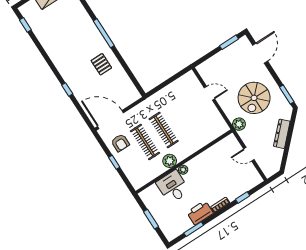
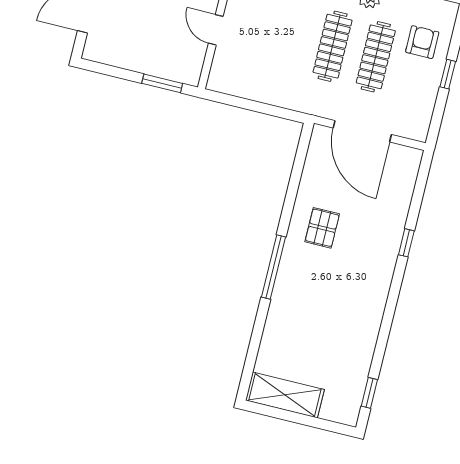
window: (229, 42) -> (162, 83), moved
door: (111, 120) -> (362, 131), moved
armchair: (120, 143) -> (422, 42), moved

